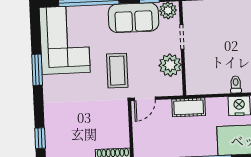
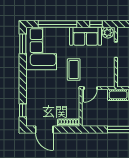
plant: (170, 65) -> (107, 67), removed
window: (37, 70) -> (23, 44), moved

